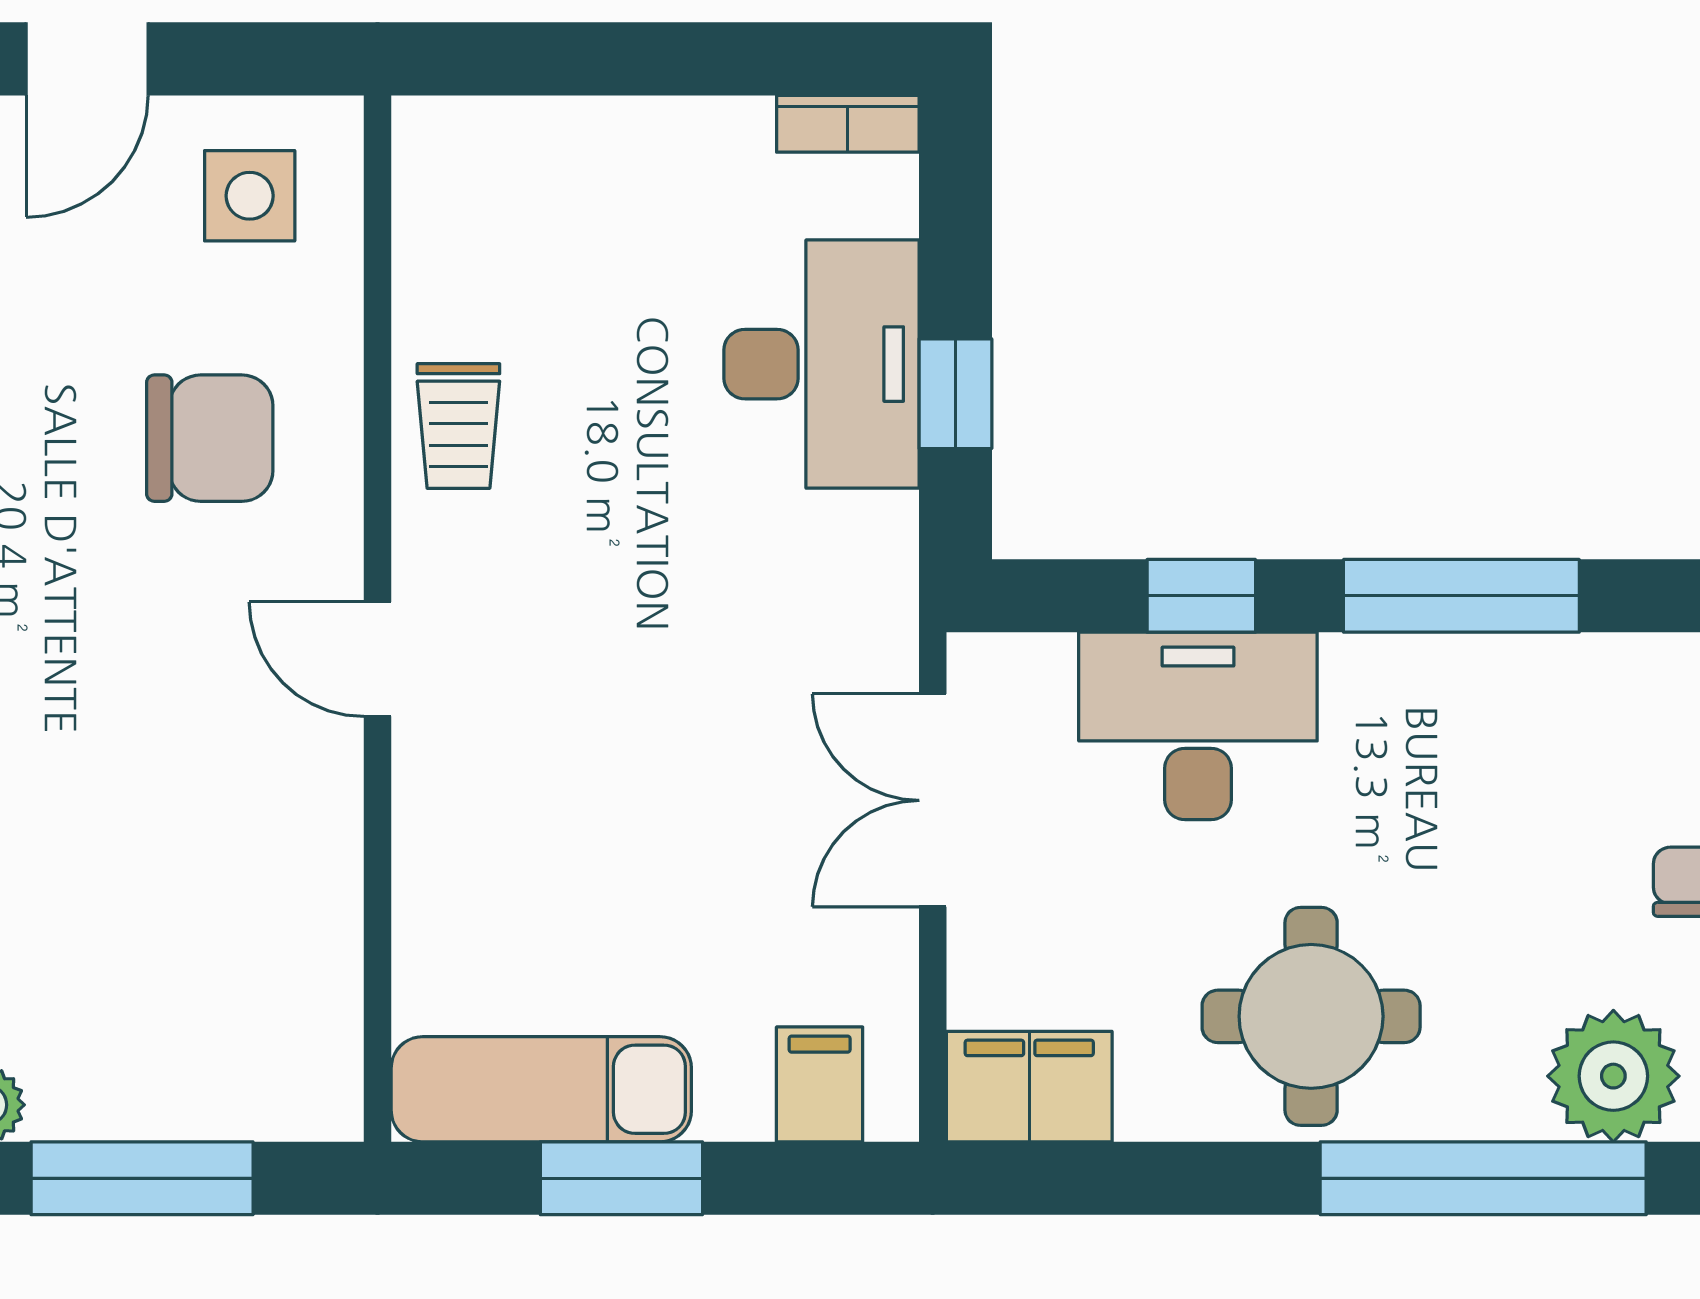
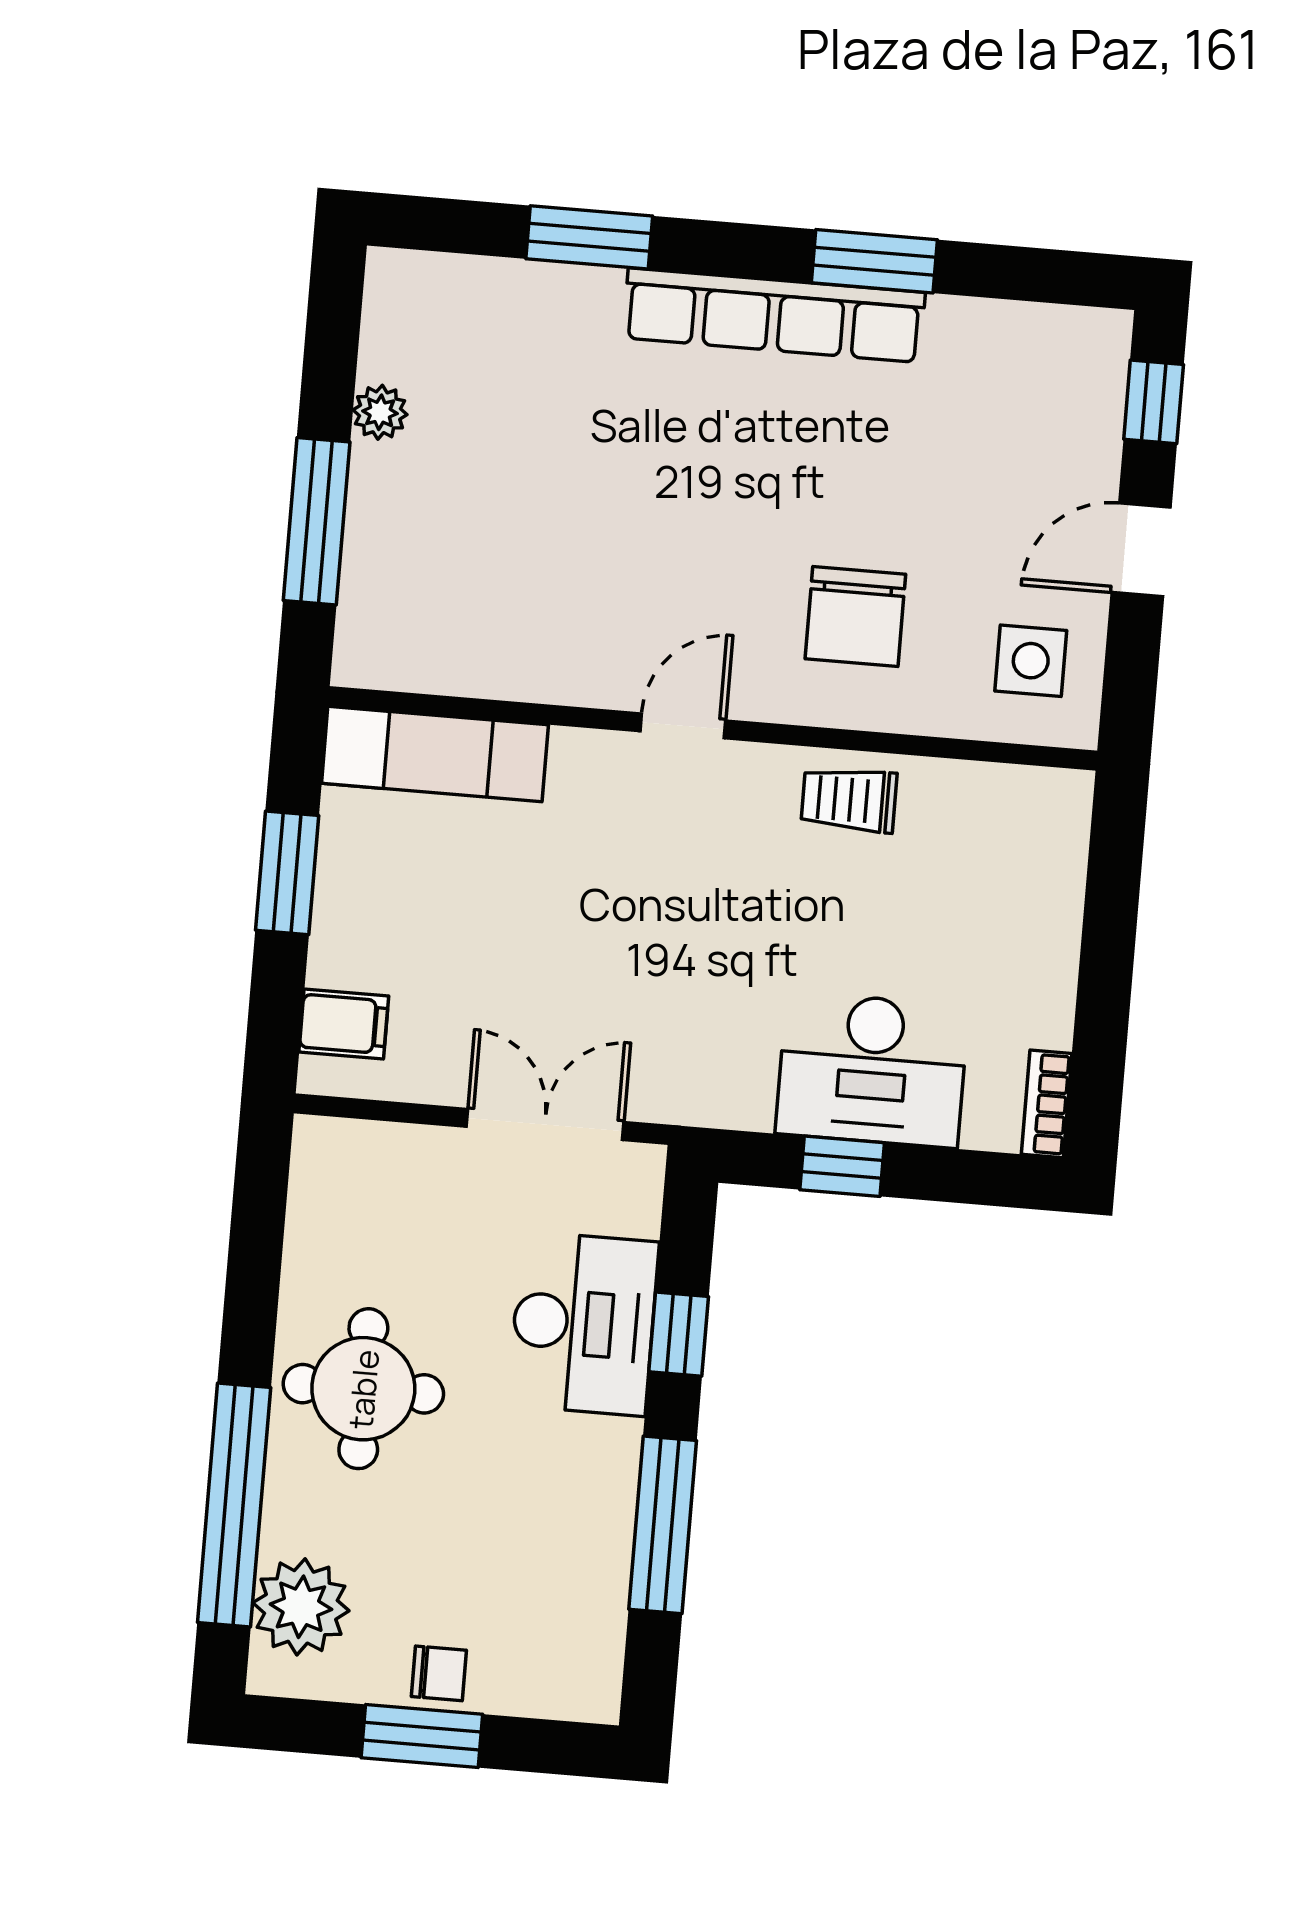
door: (87, 59) -> (1141, 550), hinge flipped
filing cabinet: (1029, 1087) -> (329, 1178), removed
exam couch: (541, 1089) -> (435, 754), moved, turned 90

